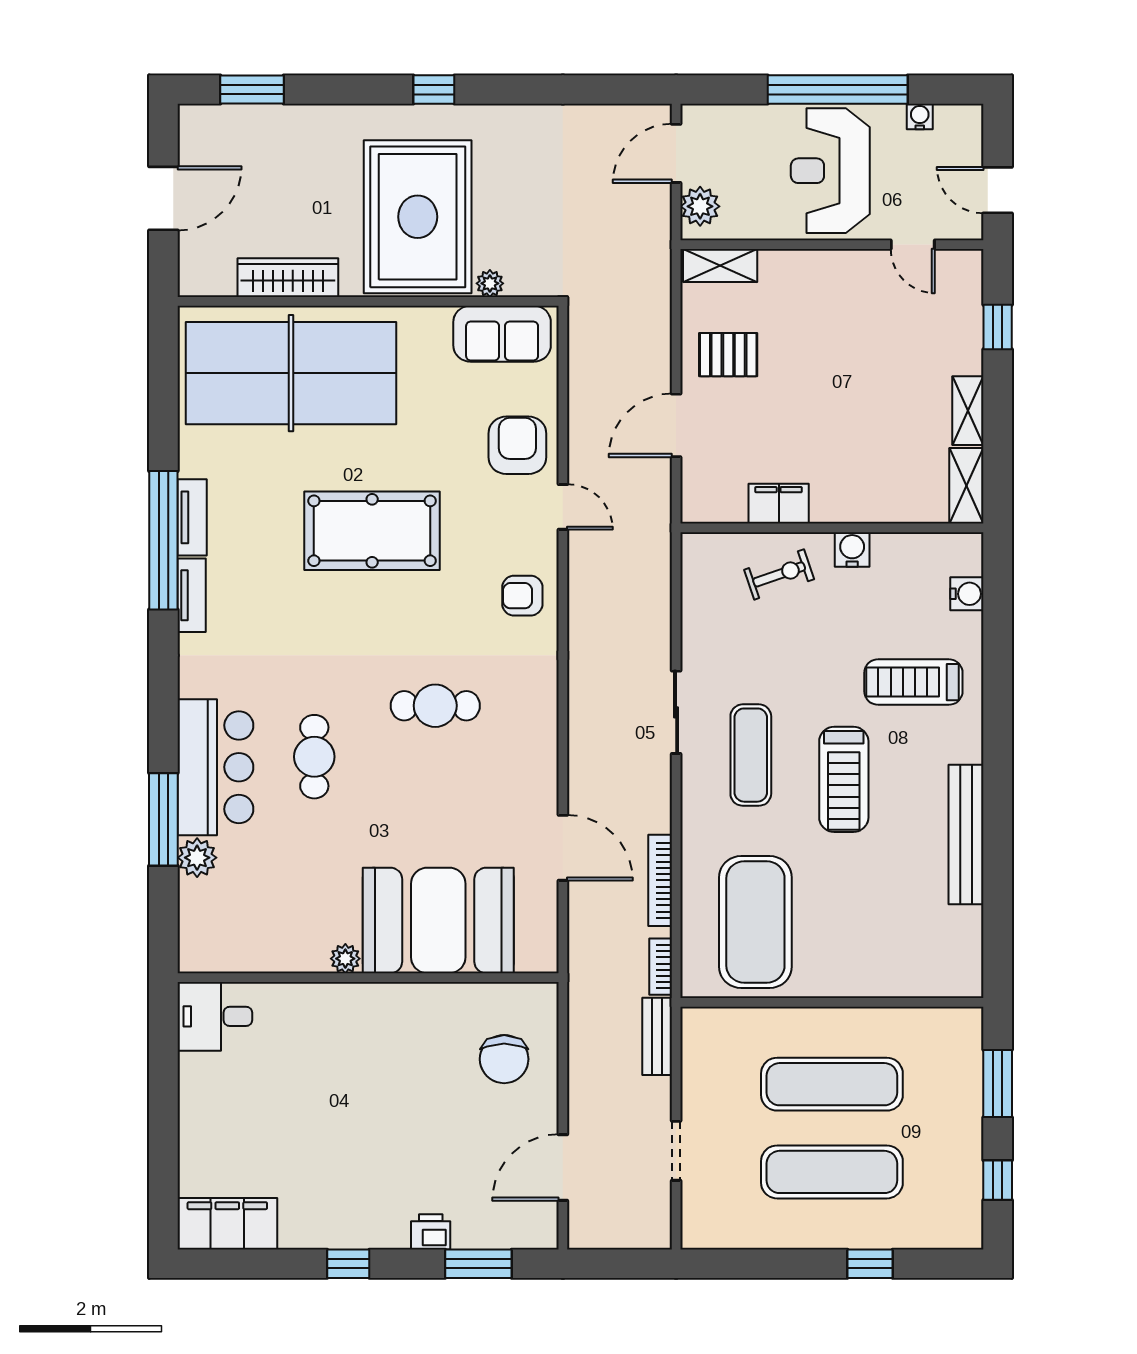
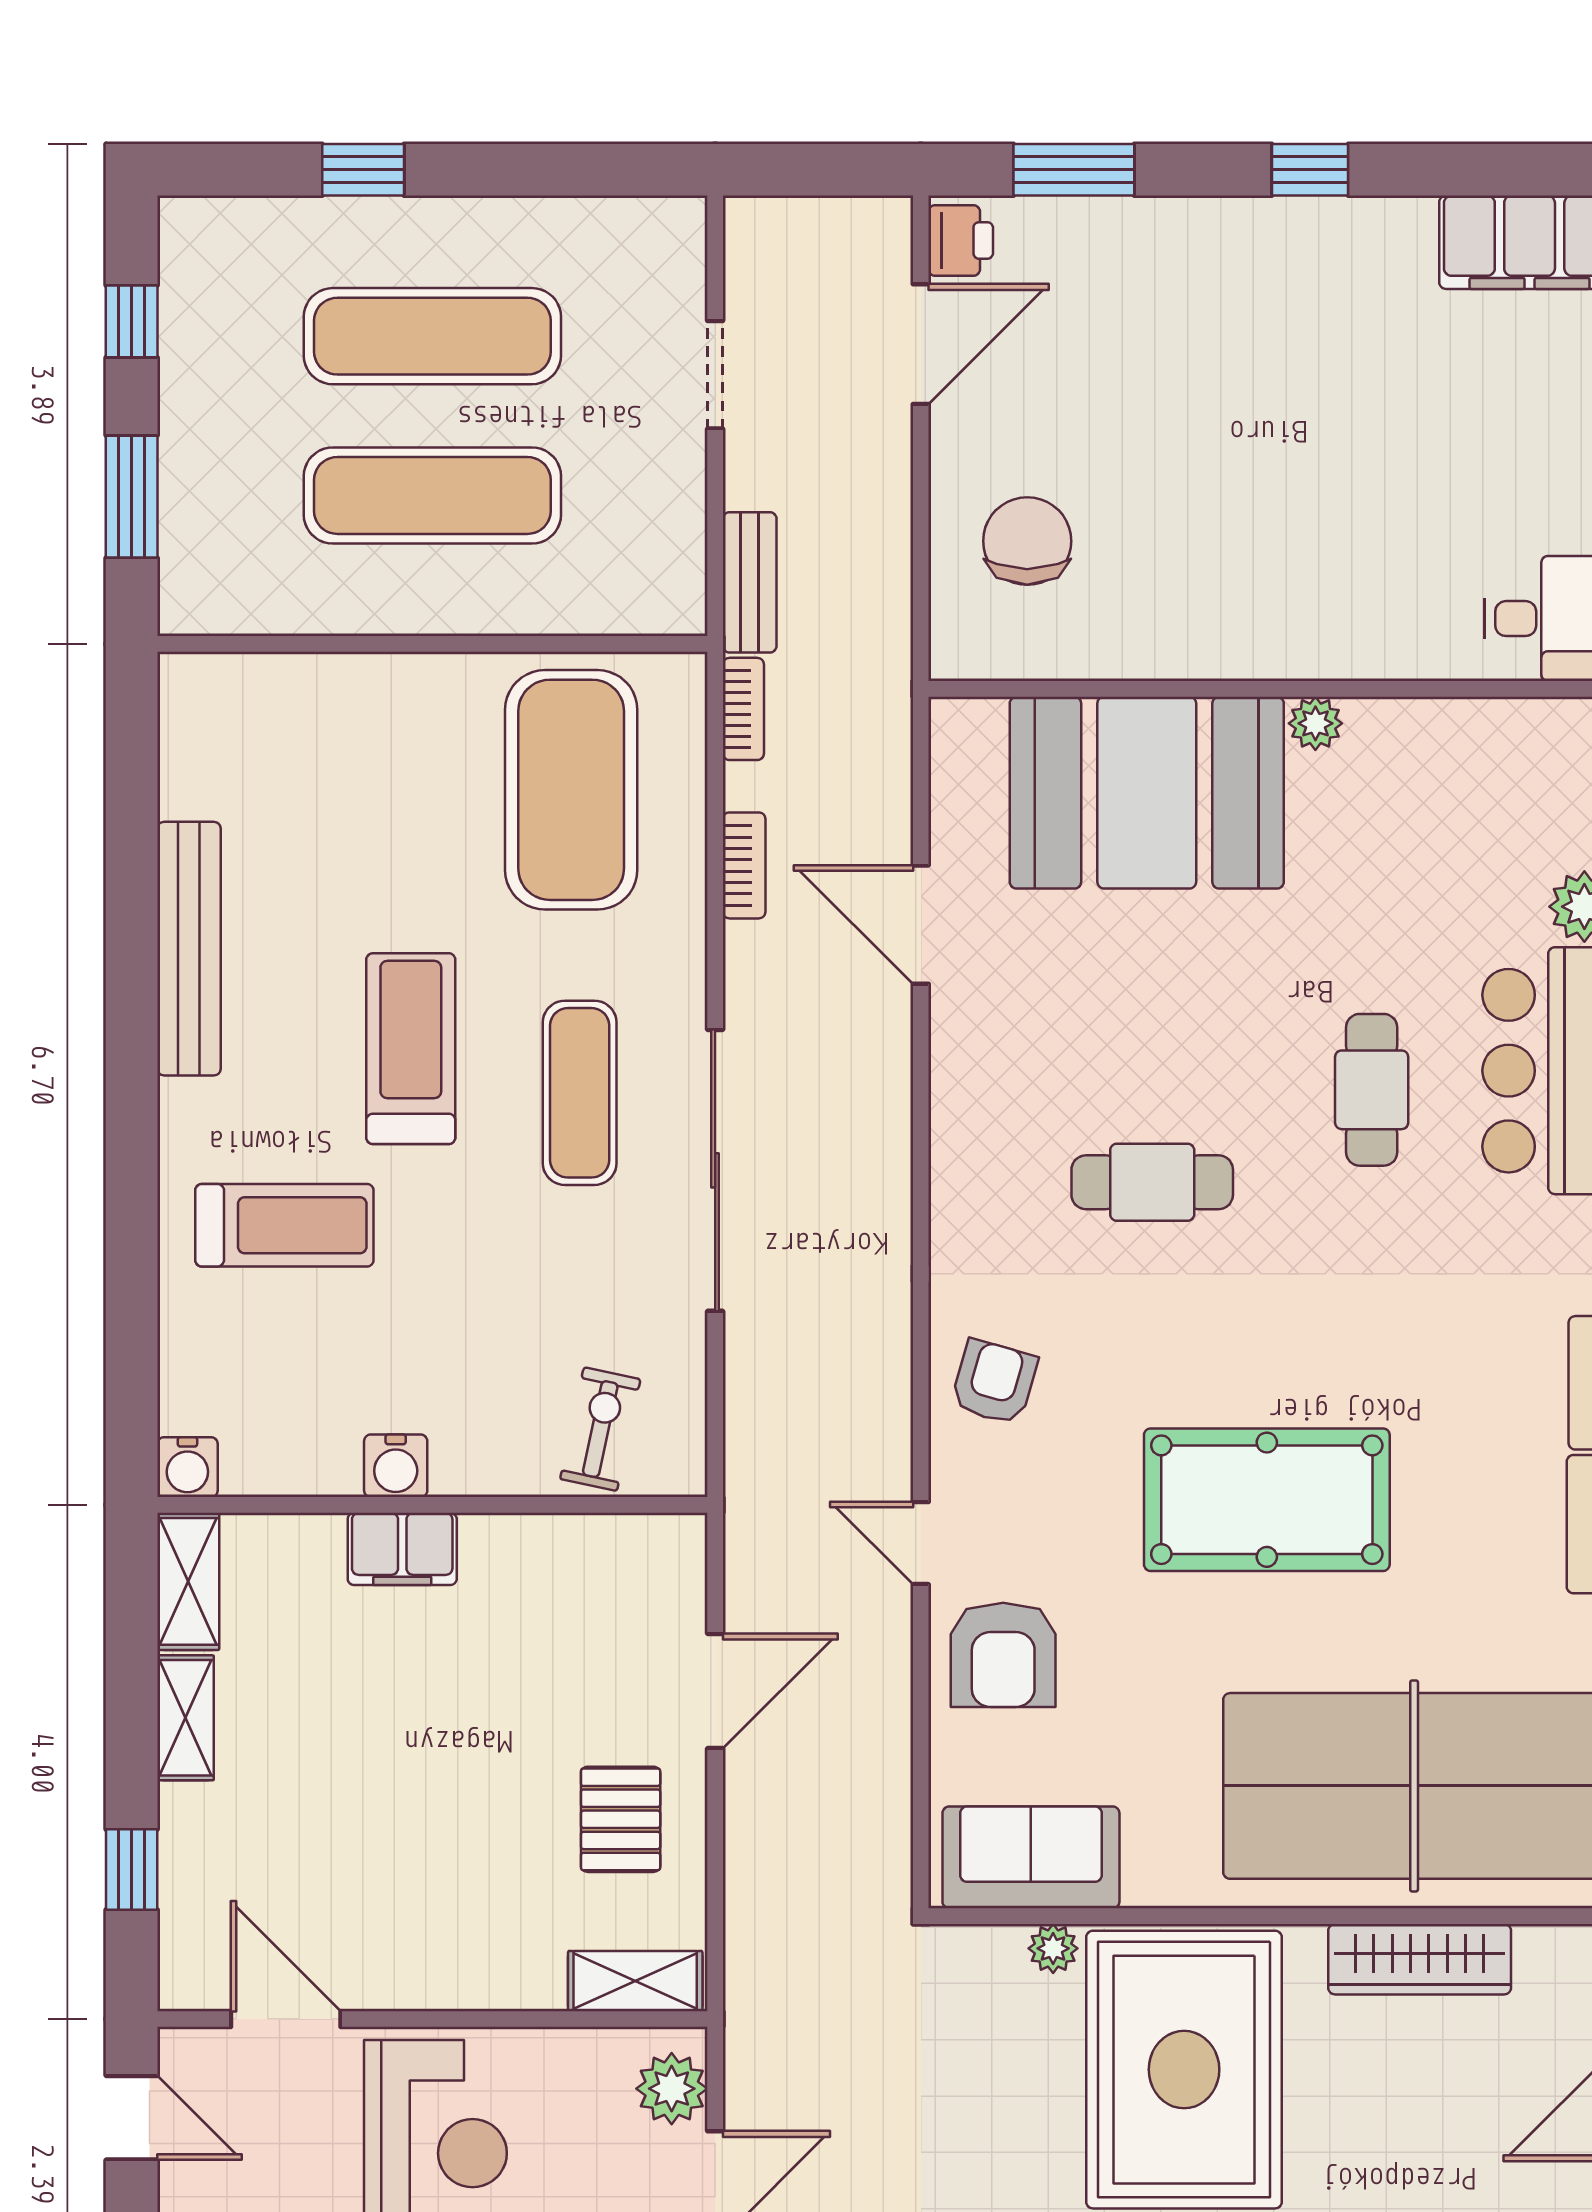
door: (913, 245) -> (286, 2019), width x1.38
pallet: (728, 355) -> (621, 1819), turned 90
filing cabinet: (779, 504) -> (402, 1549), moved
exercise bike: (779, 574) -> (600, 1429), moved, turned 121
water cooler: (967, 594) -> (187, 1467), moved, turned -90
armchair: (522, 596) -> (994, 1382), turned -74
sliding door: (676, 712) -> (715, 1170), width x1.86
bookcase: (660, 880) -> (744, 865), width x0.64
printer: (431, 1232) -> (961, 240), moved, turned -90

